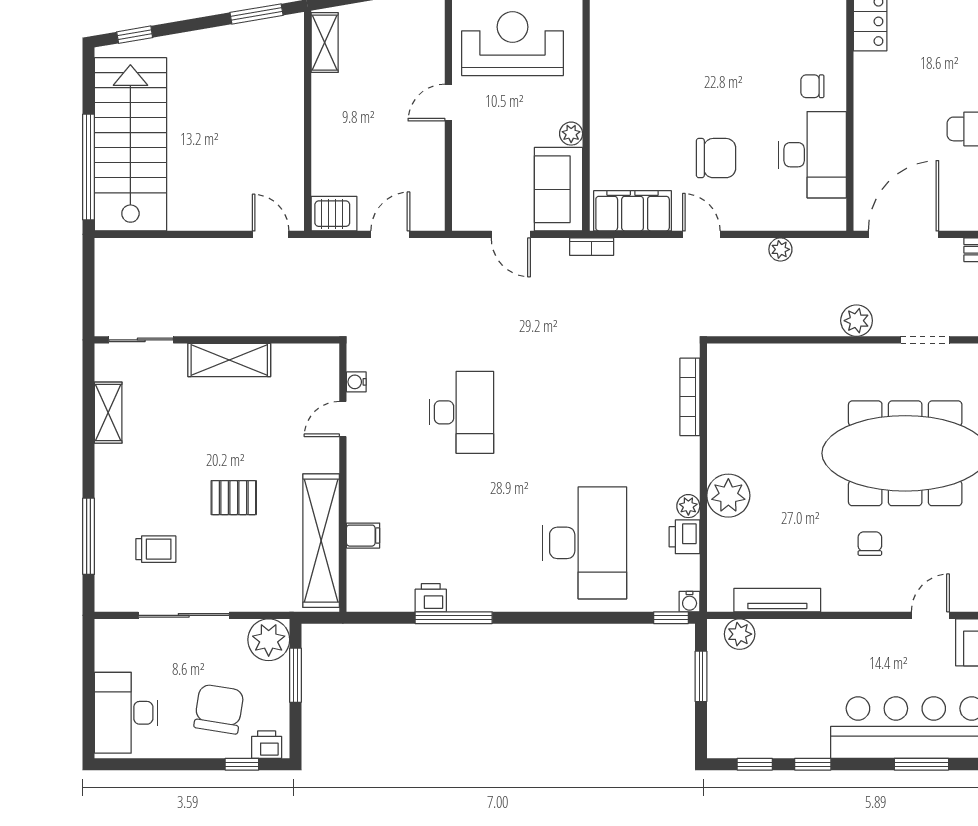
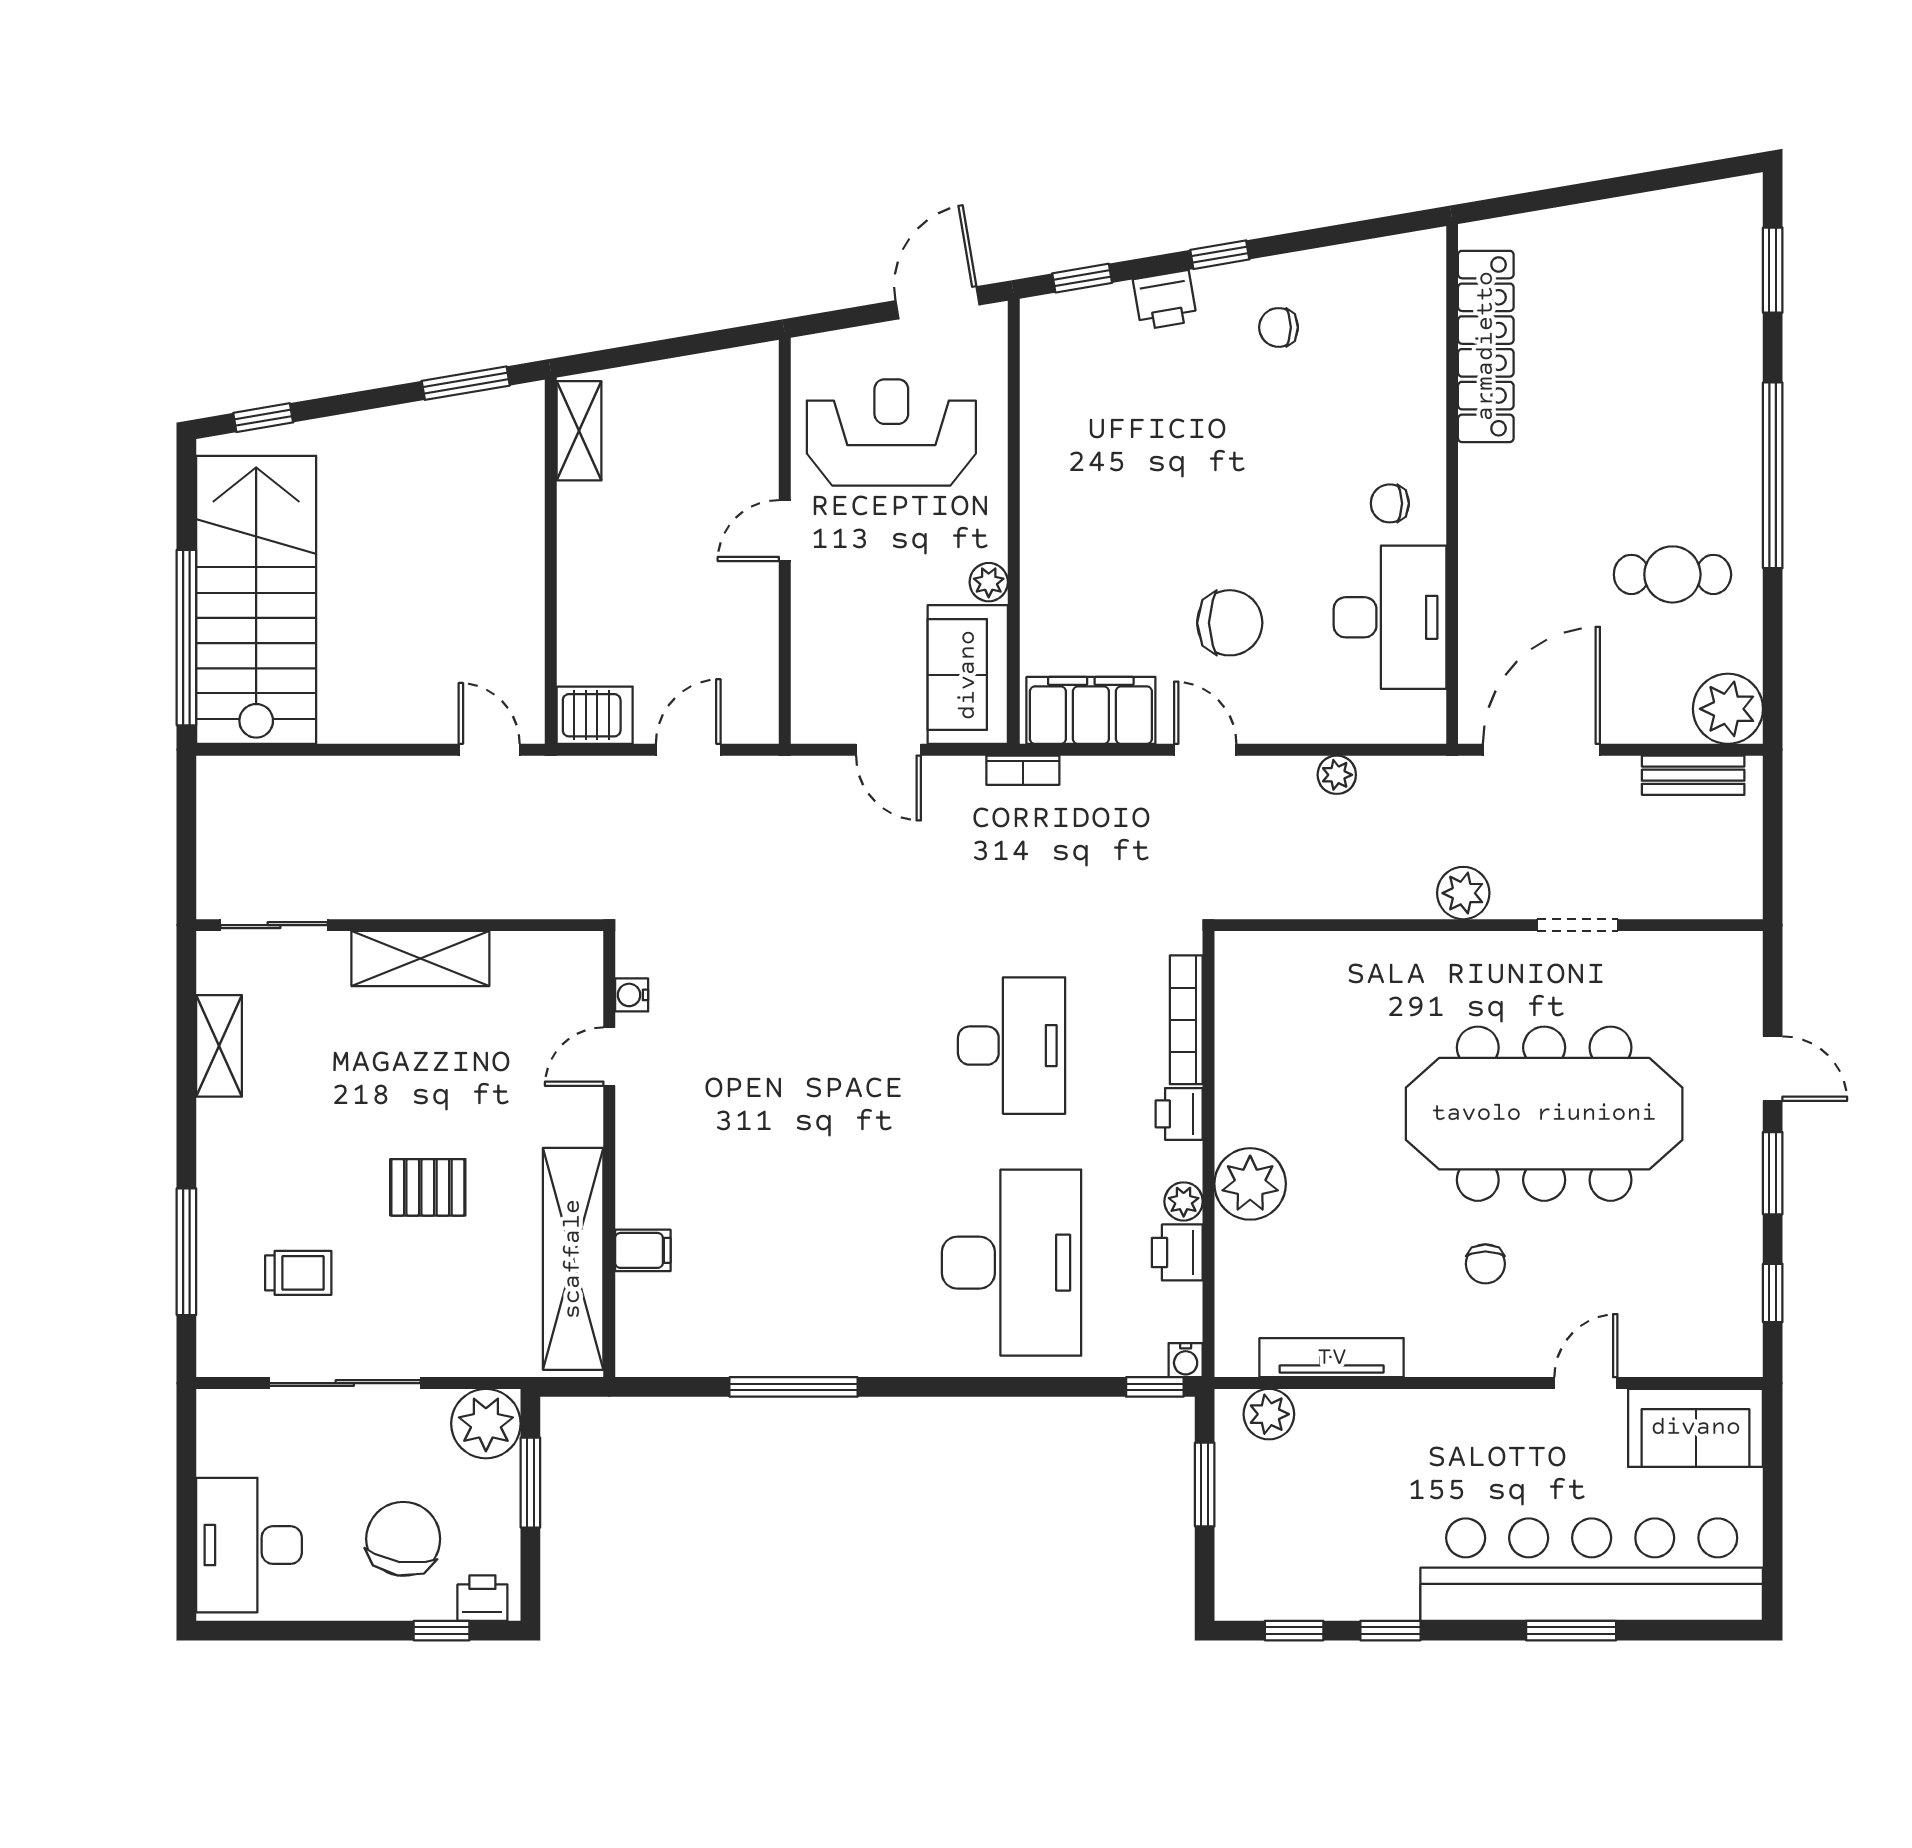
desk: (461, 412) -> (1012, 1046), moved
chair: (870, 544) -> (1485, 1264), turned 180
printer: (431, 598) -> (1179, 1114), moved, turned -90

